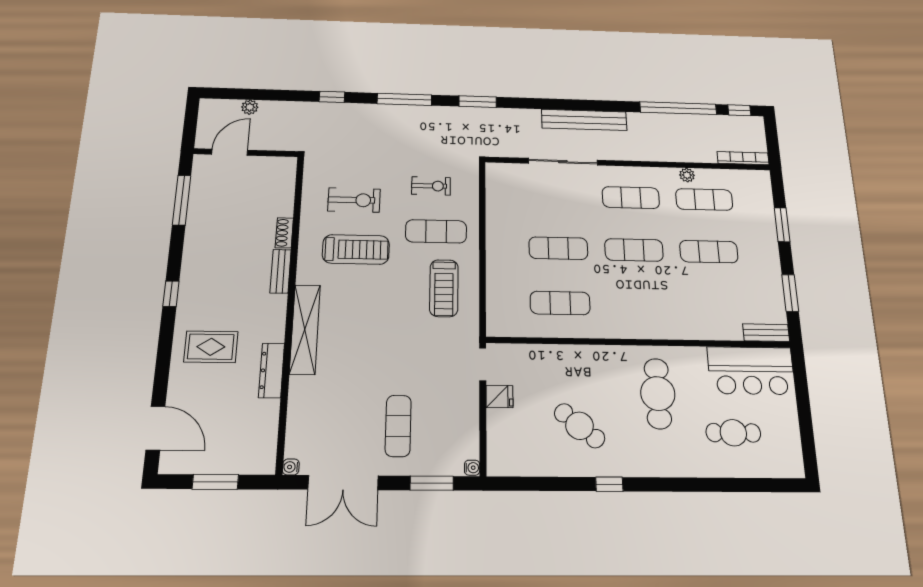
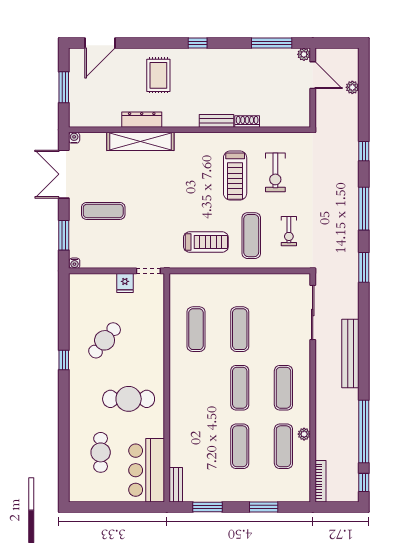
plant: (201, 162) -> (304, 54), added
sliding door: (563, 162) -> (313, 313), moved
treadmill: (444, 288) -> (206, 242), turned 180
shelving: (305, 329) -> (140, 141), moved

